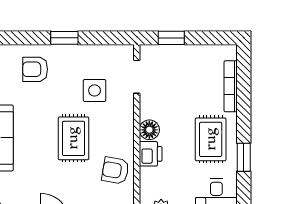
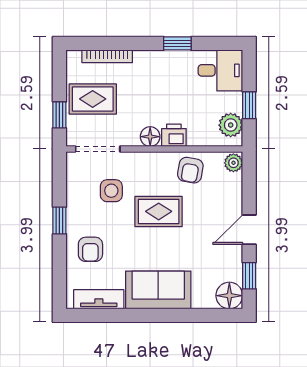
doorway: (137, 77) -> (98, 149), width x1.38
rug: (211, 139) -> (93, 99), moved

